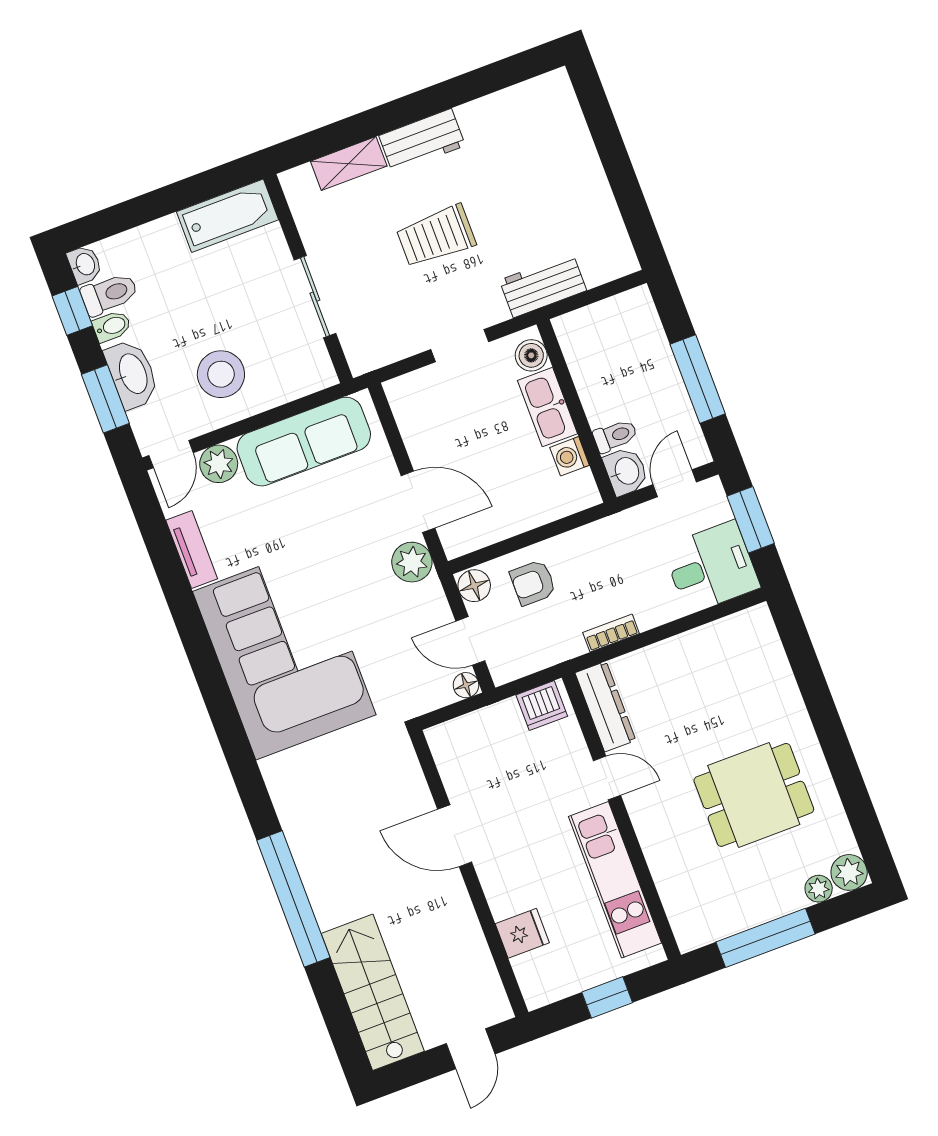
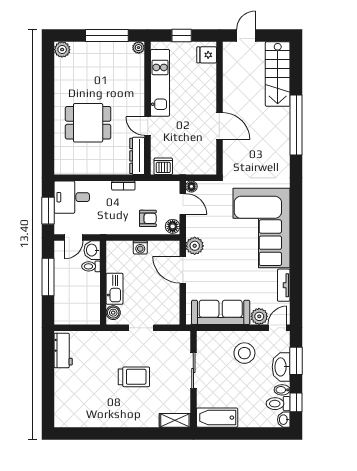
workbench: (422, 141) -> (125, 418), removed
shelving: (349, 164) -> (175, 420), moved
workbench: (543, 285) -> (63, 350), moved, turned -90
washing machine: (570, 456) -> (140, 247), moved, turned 90
dining table: (754, 795) -> (88, 123), moved
plant: (819, 889) -> (139, 48), moved
fridge: (522, 933) -> (207, 55), moved

